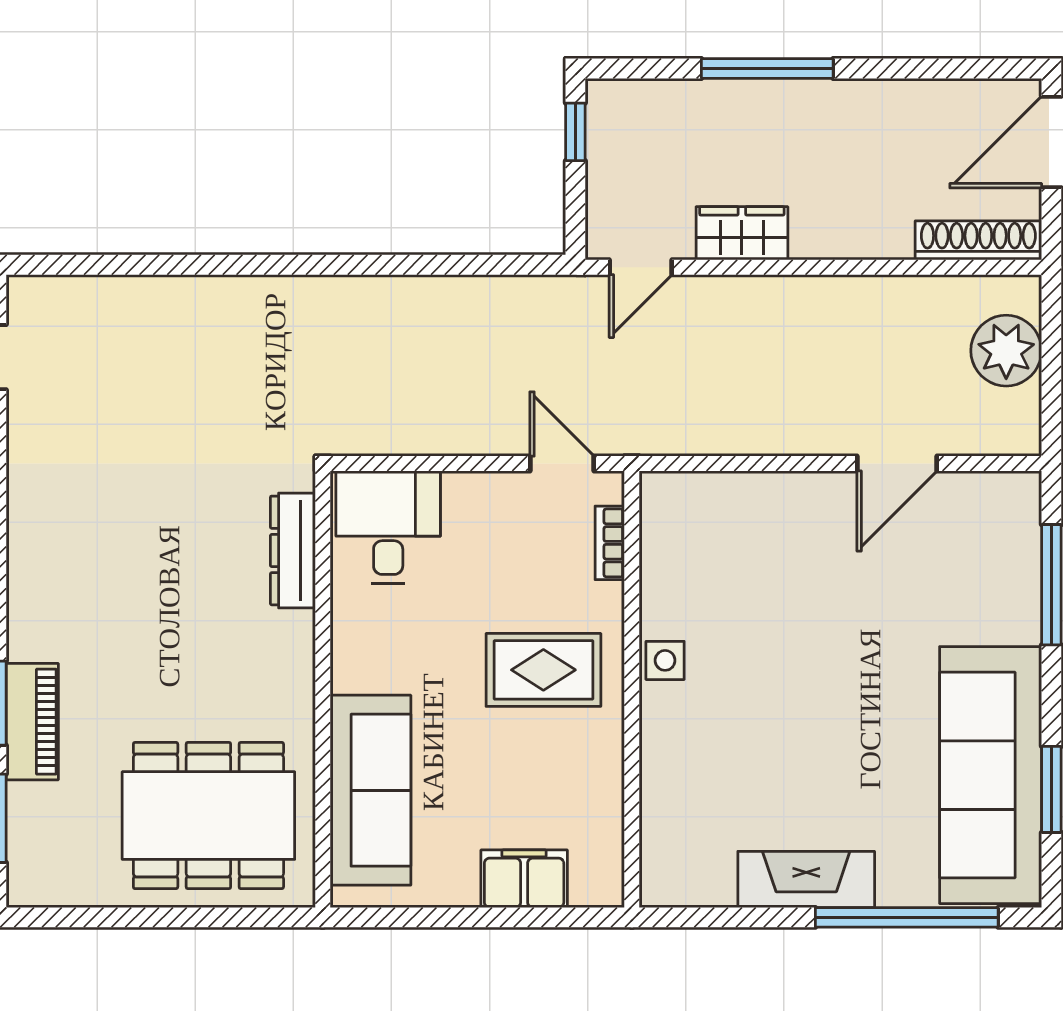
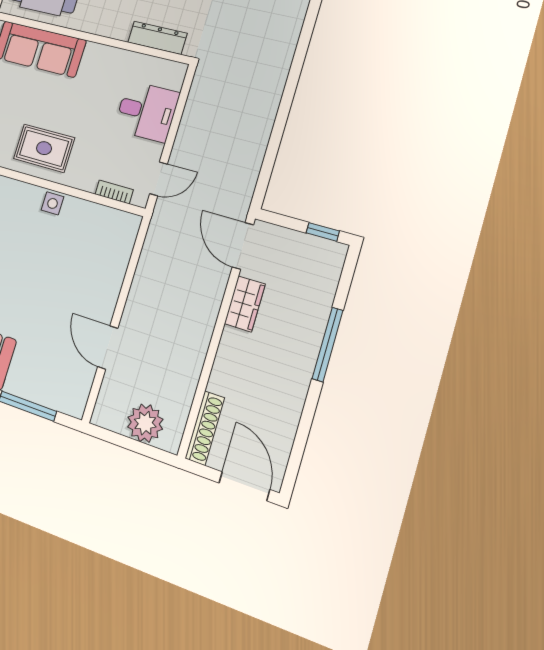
door: (641, 267) -> (243, 246), width x1.38
desk: (388, 527) -> (147, 111), moved
rug: (543, 670) -> (44, 148), moved, turned 90

